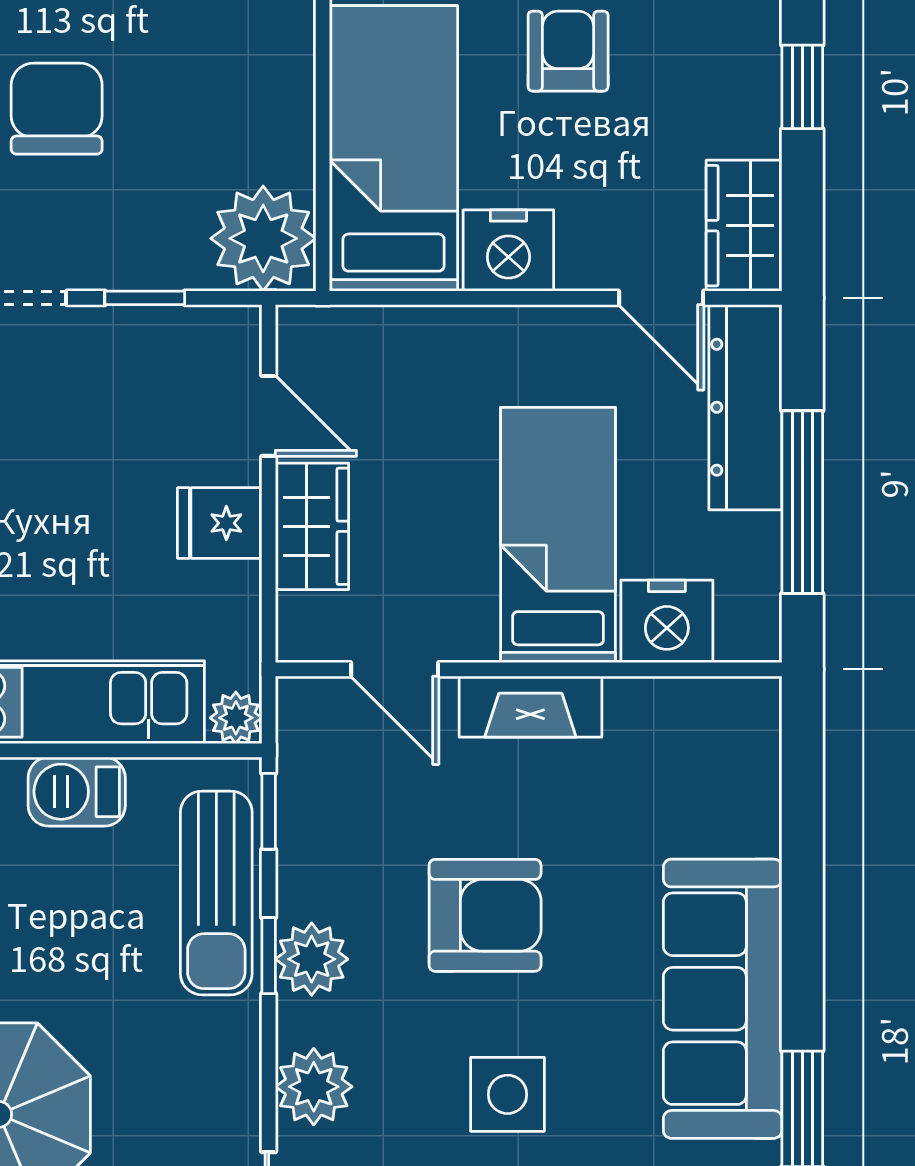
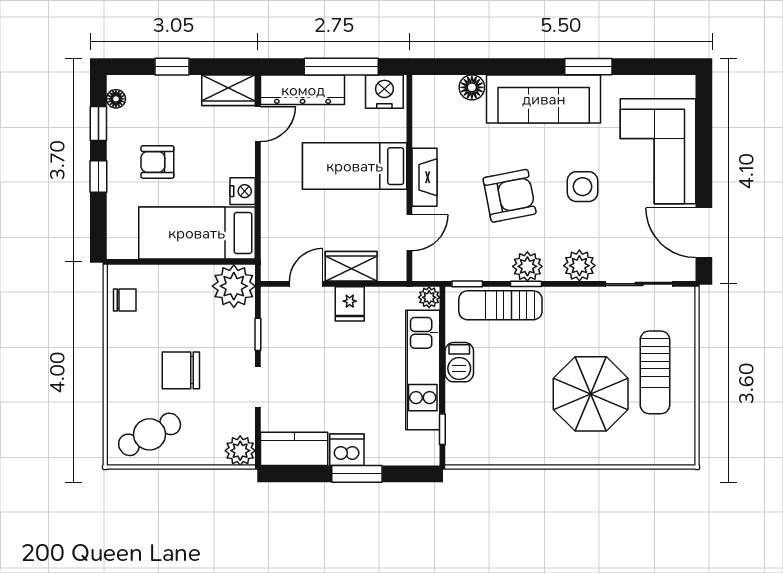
nightstand: (508, 250) -> (243, 191), width x0.74, depth x0.75
nightstand: (667, 621) -> (384, 92), moved, turned -90
floor lamp: (751, 823) -> (472, 87), added
sun lounger: (216, 893) -> (500, 305), turned 180
armchair: (485, 915) -> (510, 196), turned 79

